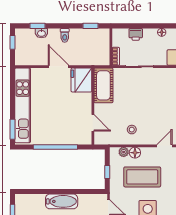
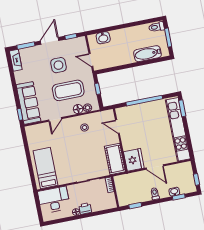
printer: (136, 34) -> (85, 208), moved
bathtub: (62, 201) -> (147, 54), moved

